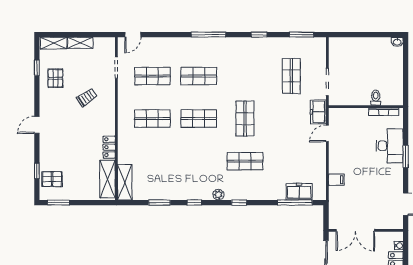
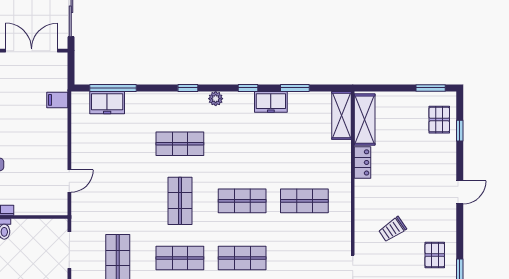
shop shelf: (152, 76) -> (180, 258), moved
freezer: (318, 112) -> (271, 102), moved, turned 90
pallet: (52, 179) -> (439, 120), turned 90
filing cabinet: (336, 180) -> (57, 100), moved

